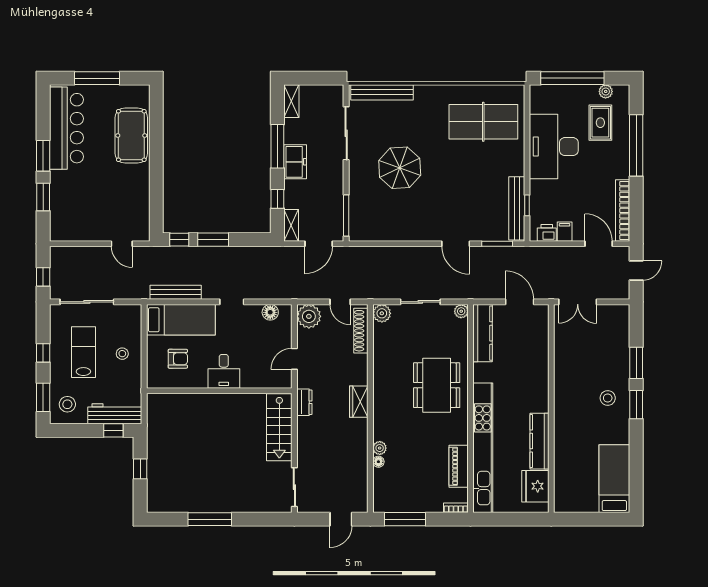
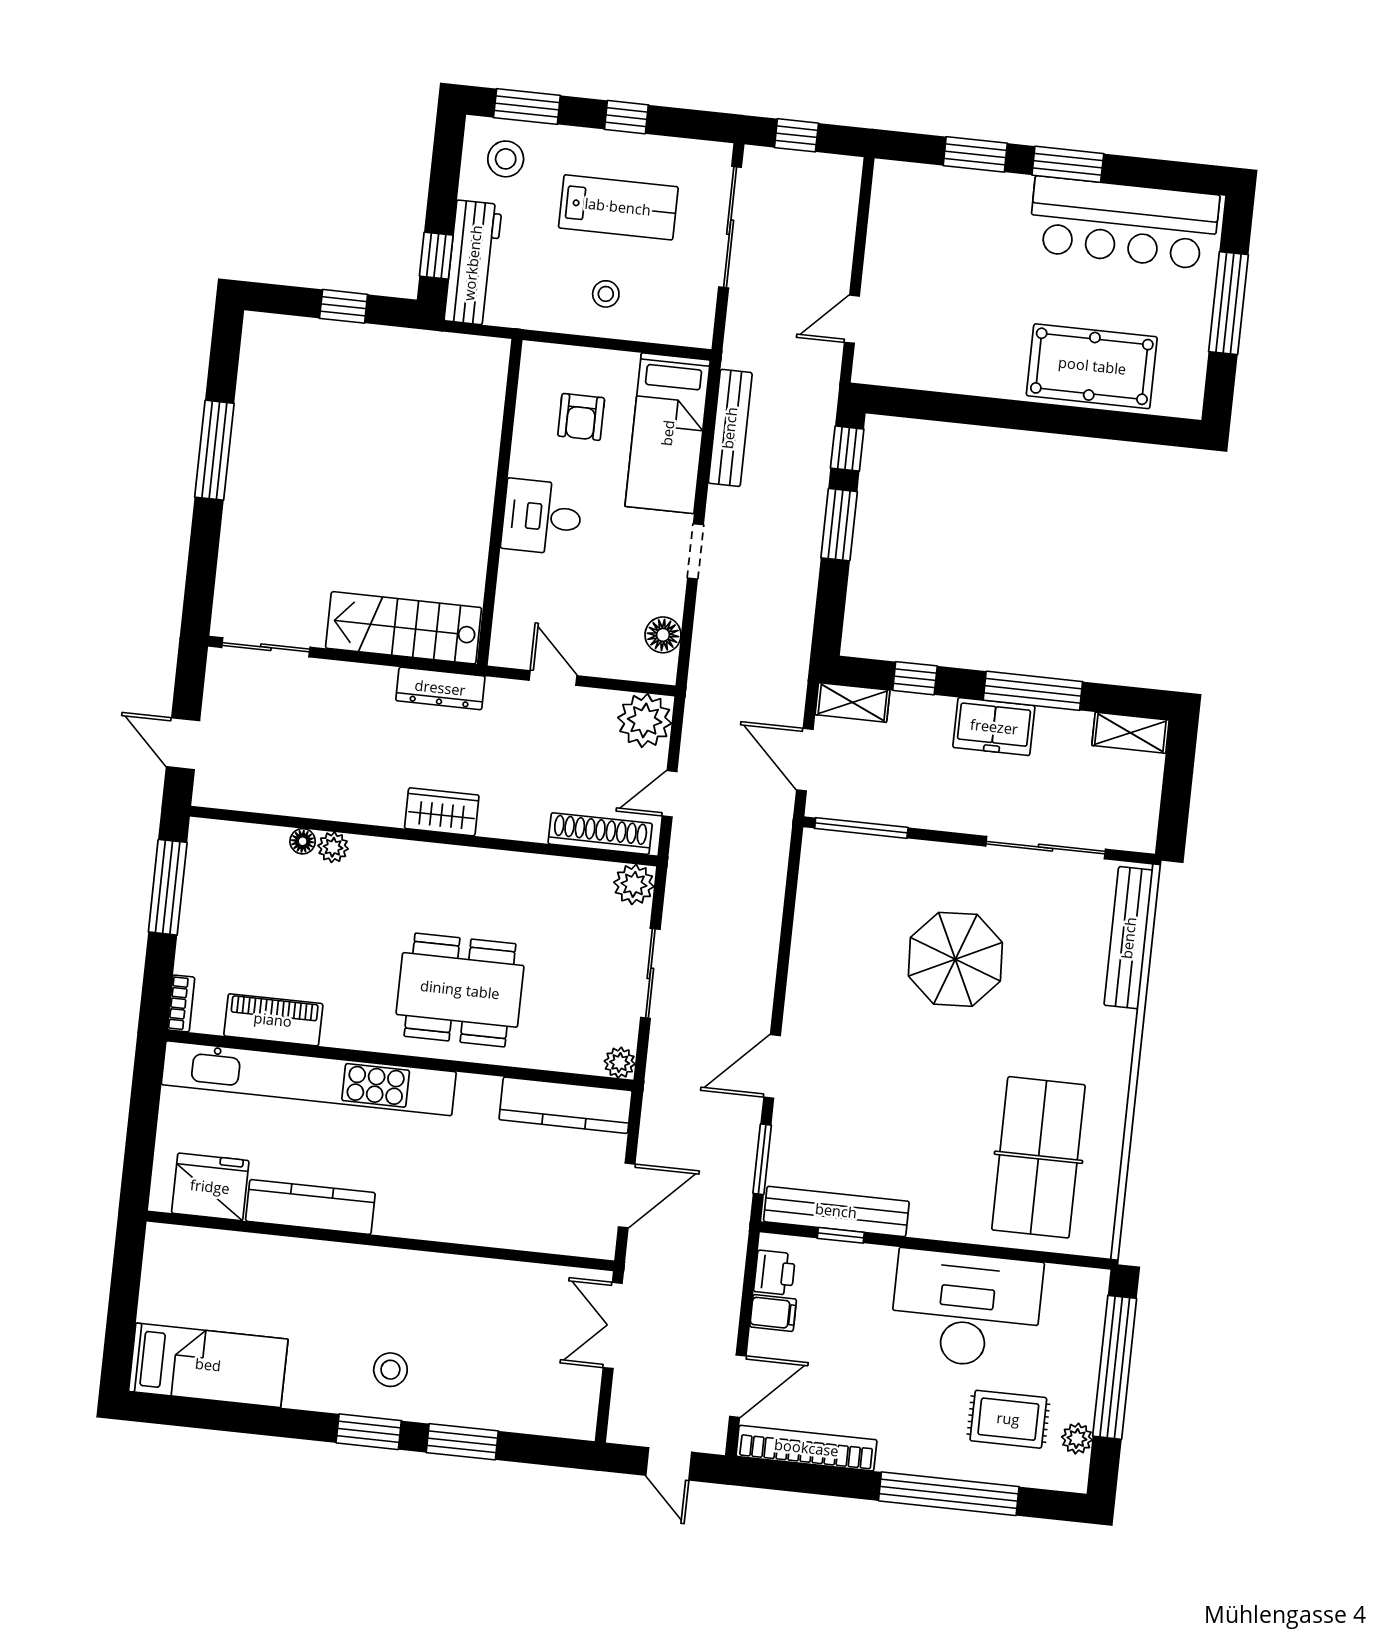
dresser: (304, 402) -> (440, 688), width x1.44

